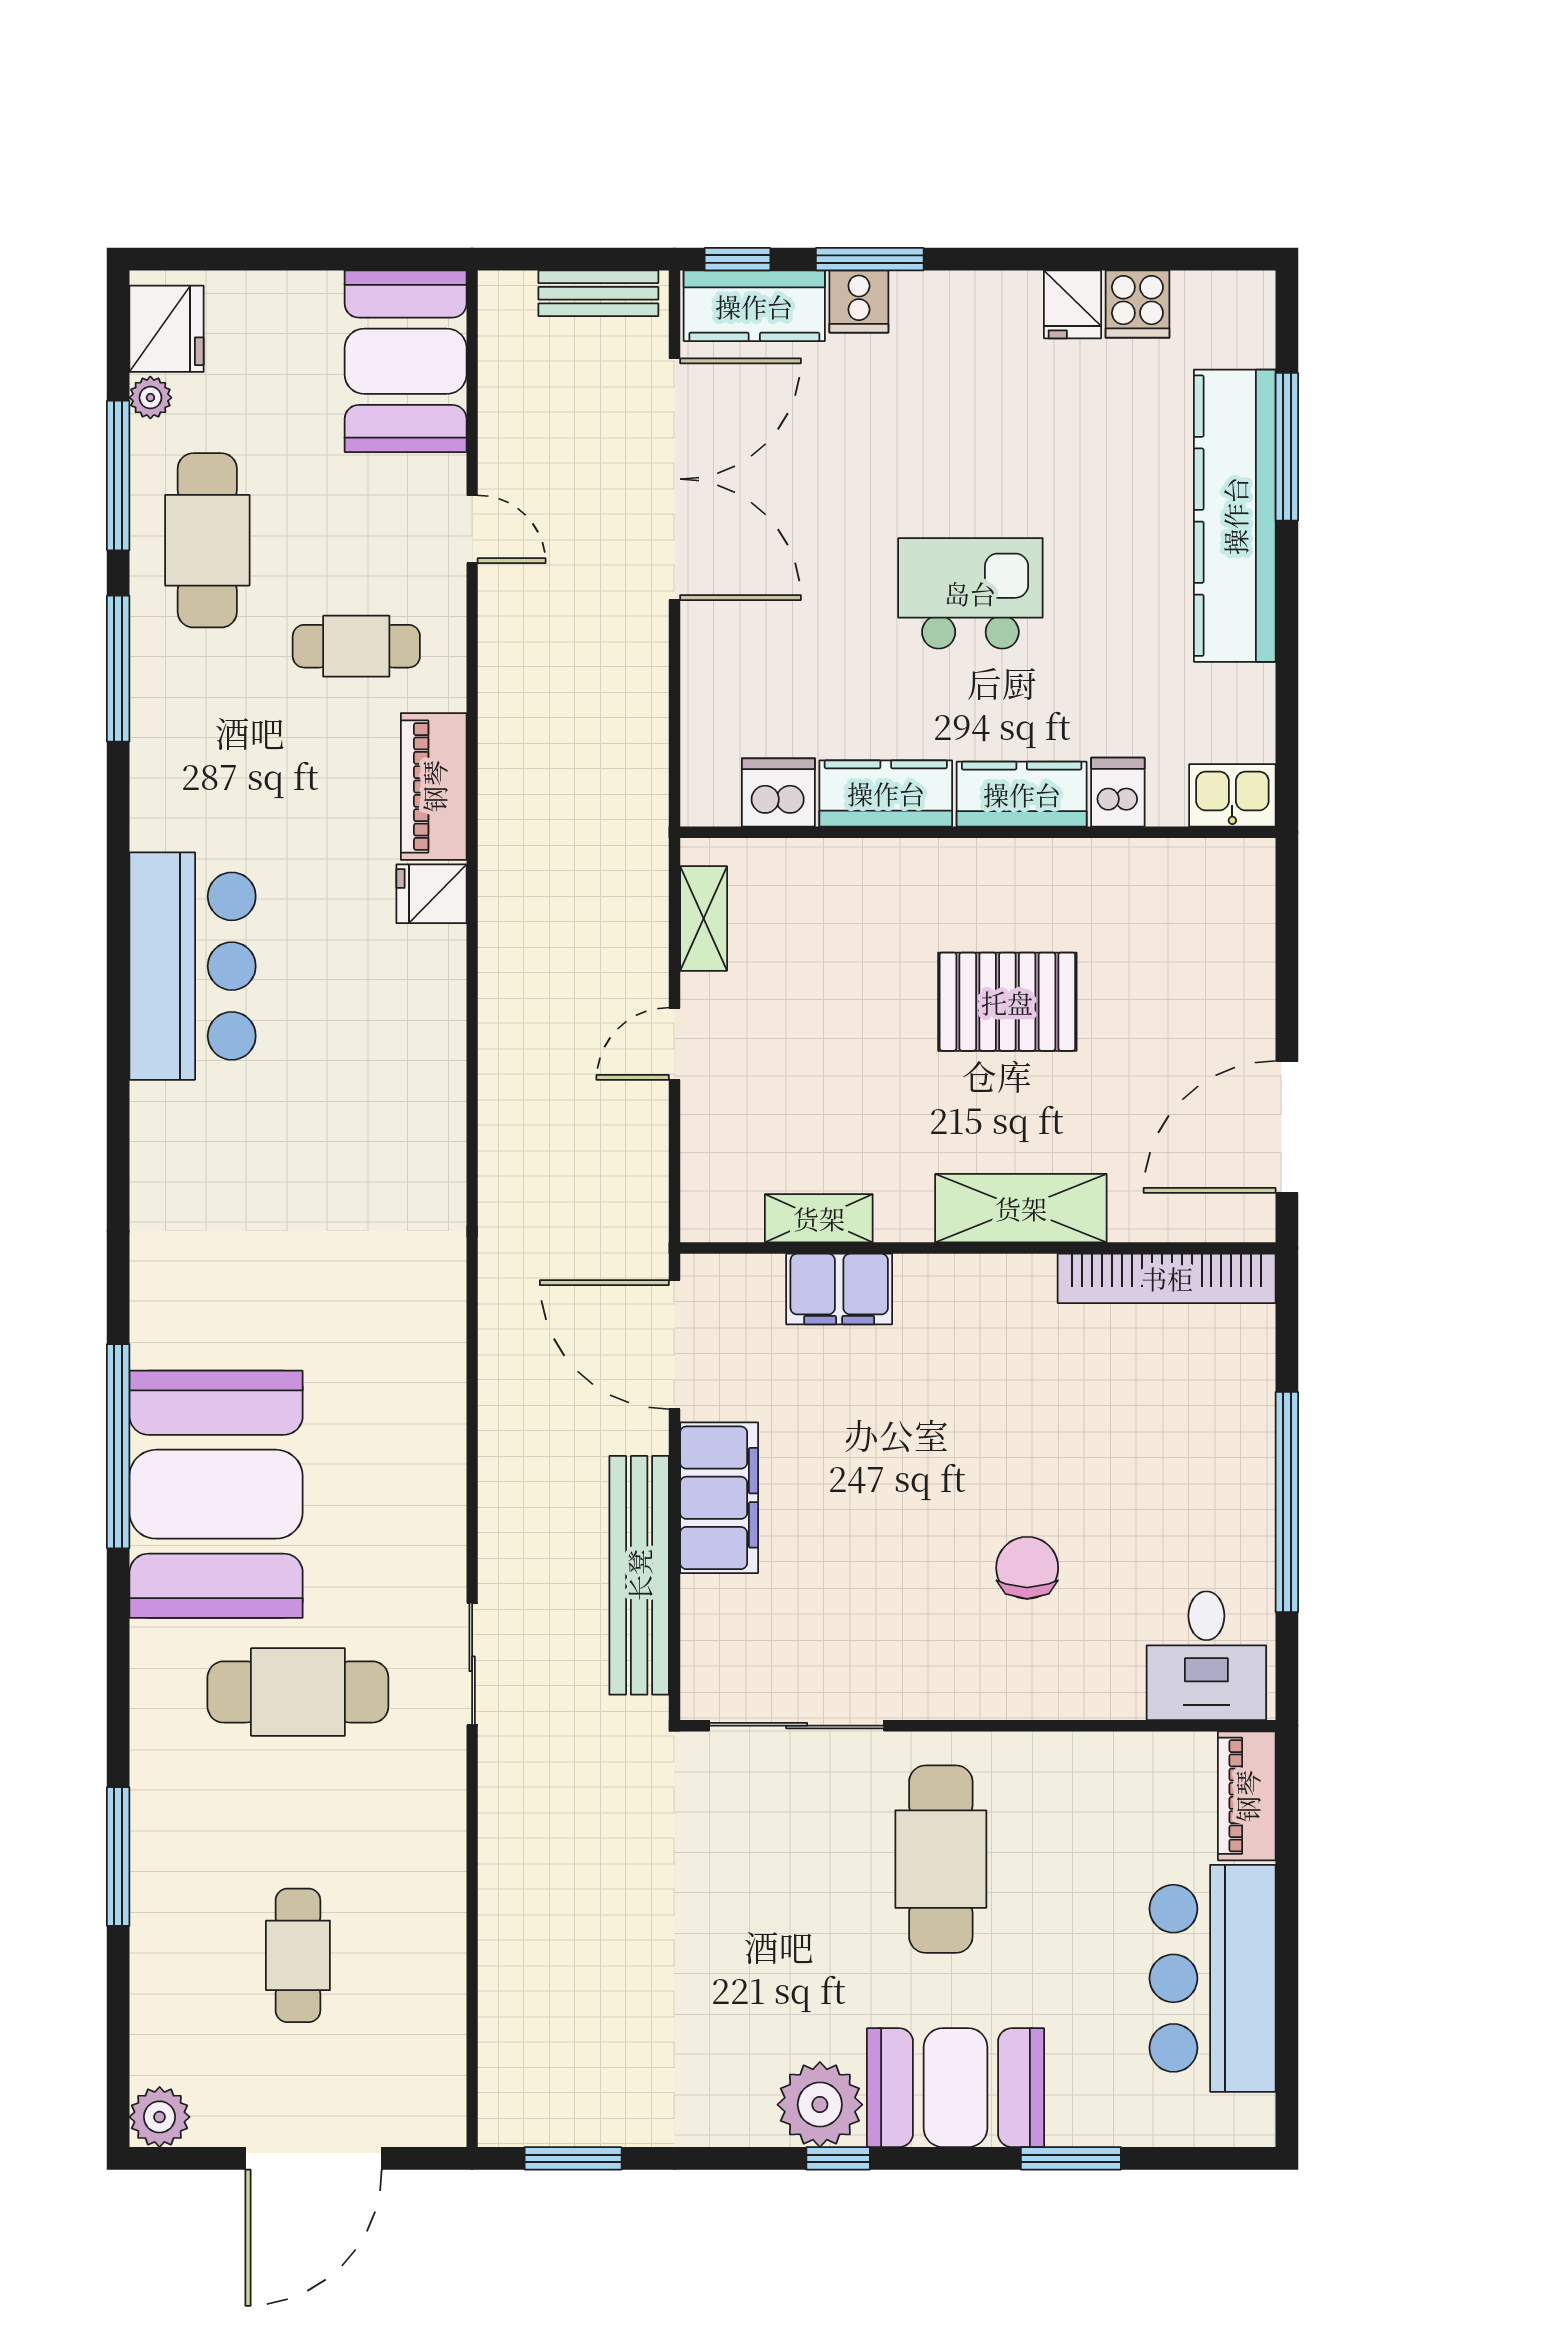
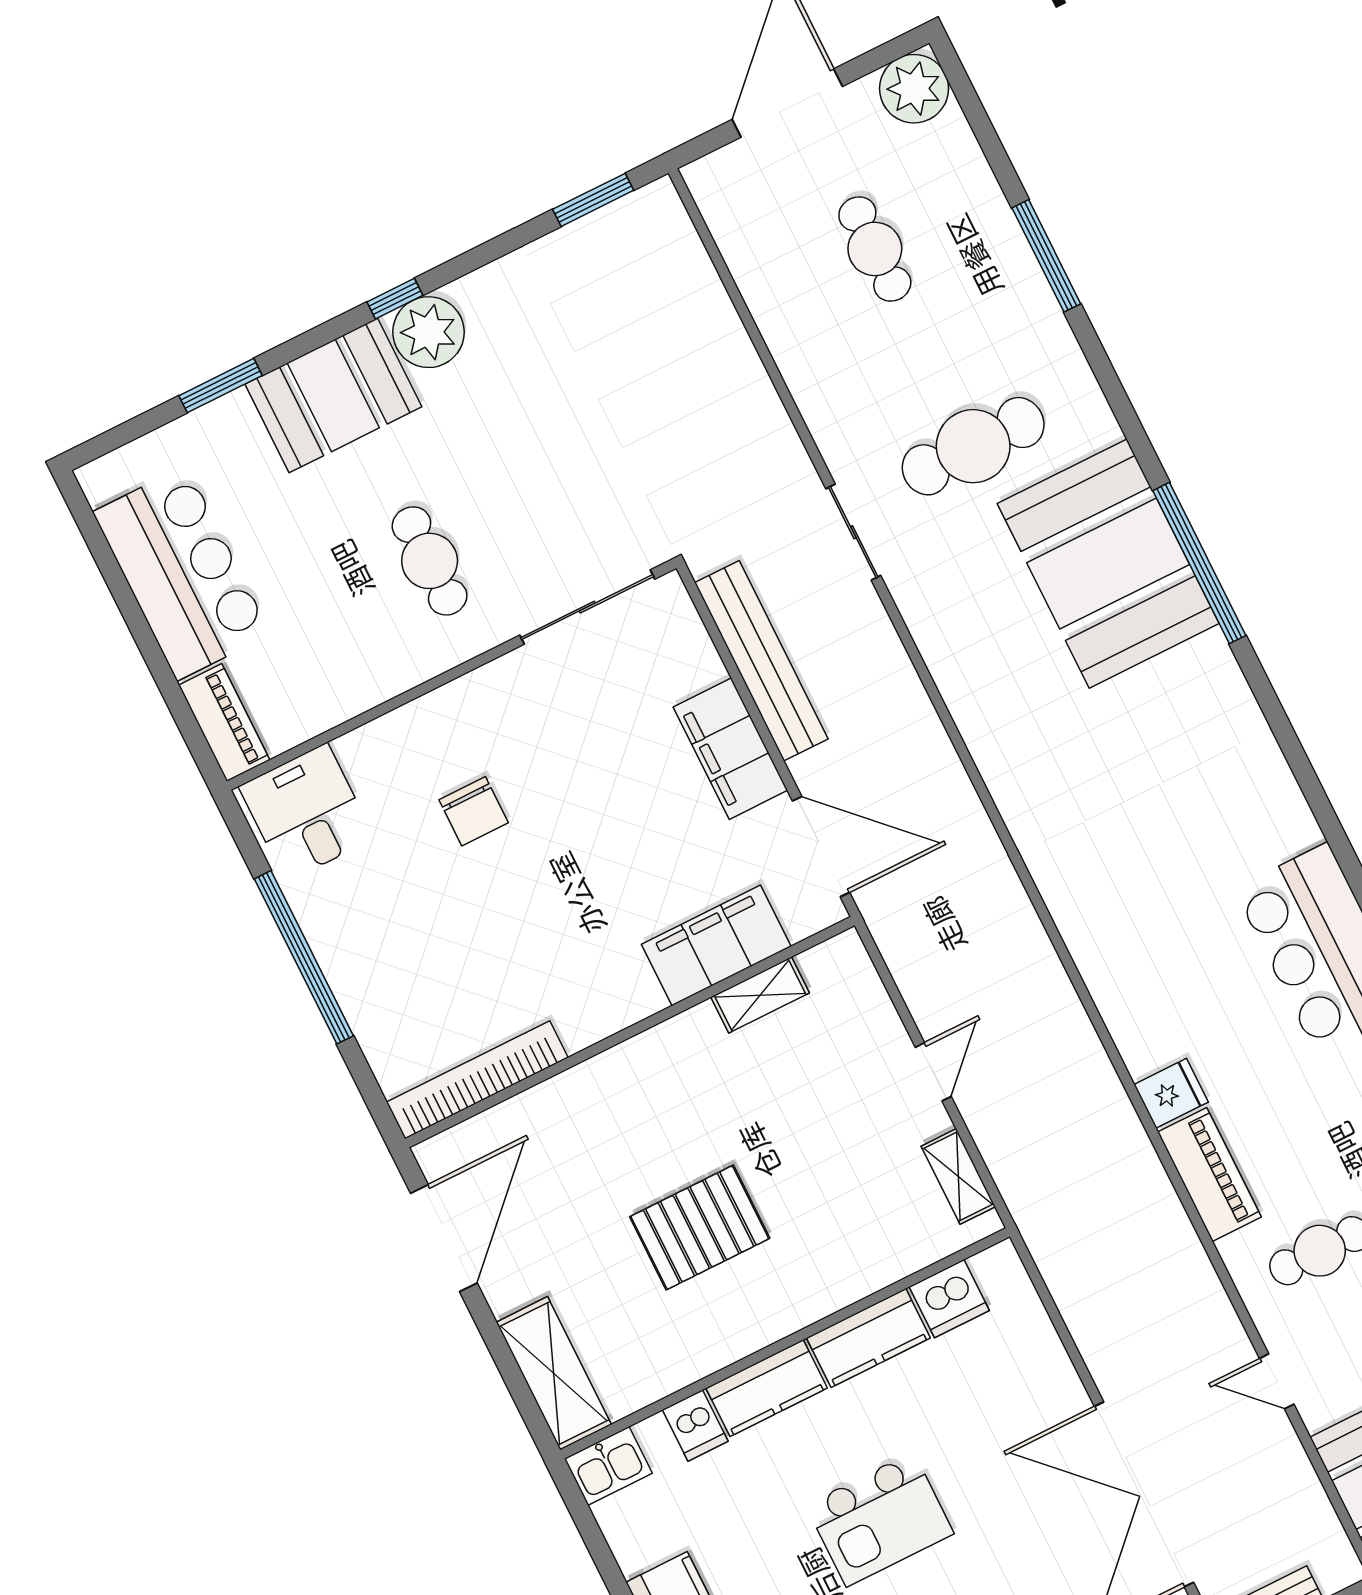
shelving: (1021, 1208) -> (554, 1373), moved, turned 90
filing cabinet: (839, 1289) -> (716, 945), width x1.50, depth x1.17
cafe table: (941, 1859) -> (430, 561), width x0.73, depth x0.74
plant: (160, 2117) -> (914, 89), width x1.36, depth x1.36

